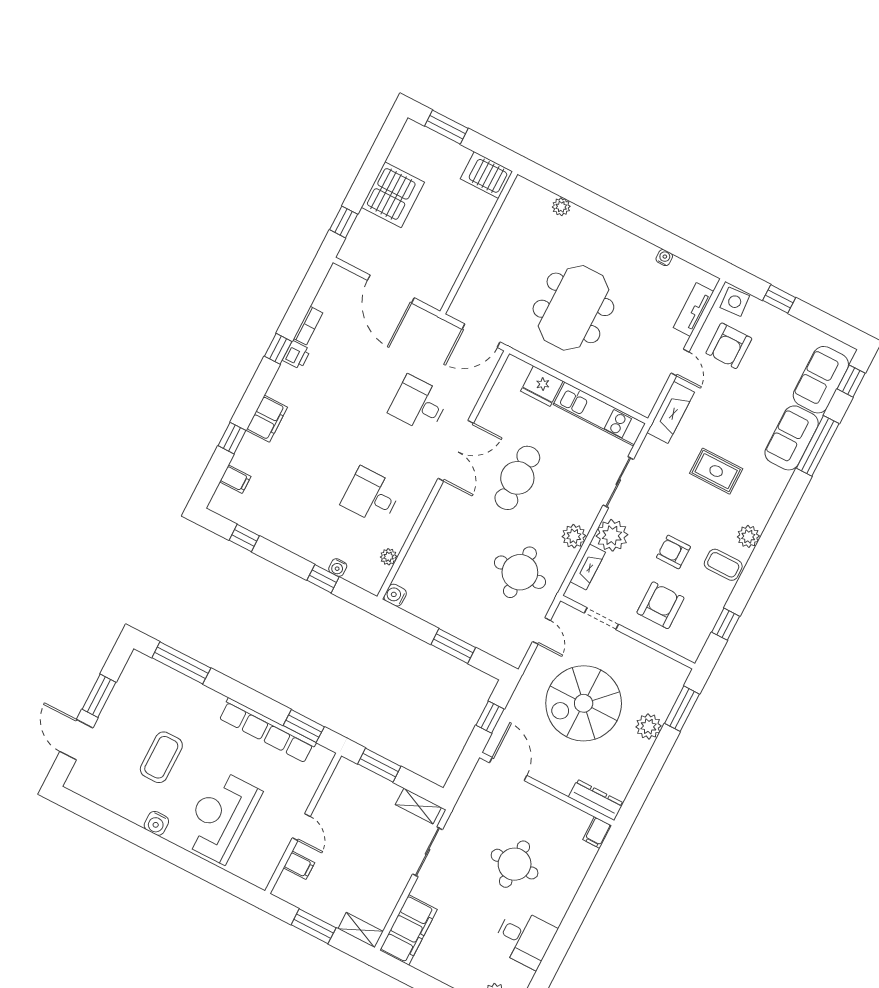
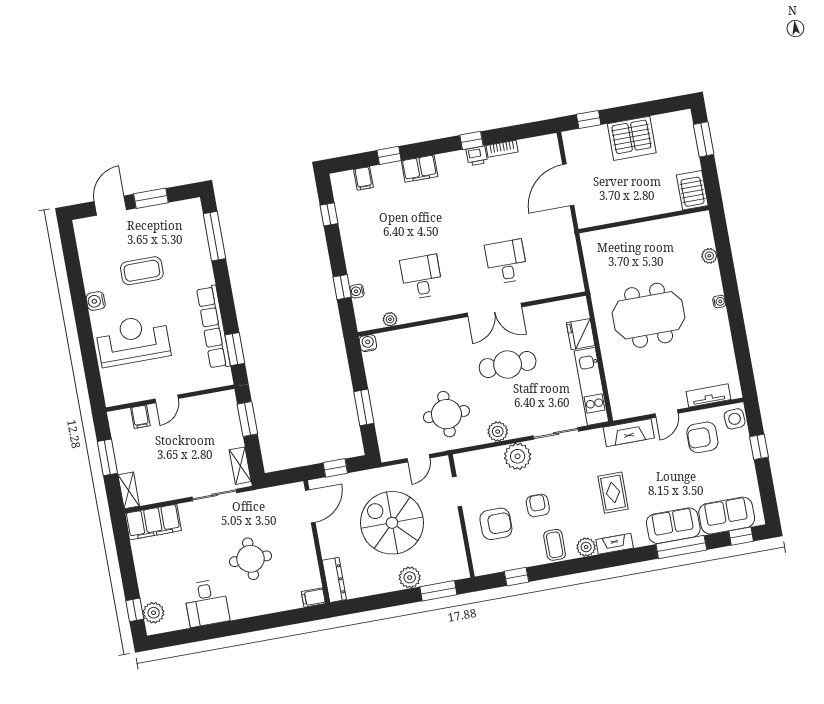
water cooler: (664, 258) -> (719, 302), moved
door: (481, 336) -> (583, 268), removed
fireplace: (588, 567) -> (615, 544), moved, turned 180

